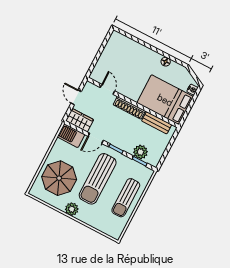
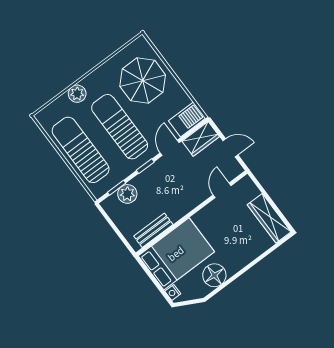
wardrobe: (111, 48) -> (269, 218), added
floor lamp: (166, 62) -> (214, 275), width x1.89, depth x1.89
door: (107, 89) -> (222, 190), swing flipped
shoe rack: (129, 108) -> (187, 206), removed
sun lounger: (126, 198) -> (81, 150), width x1.36, depth x1.34
plant: (72, 209) -> (77, 94), moved

